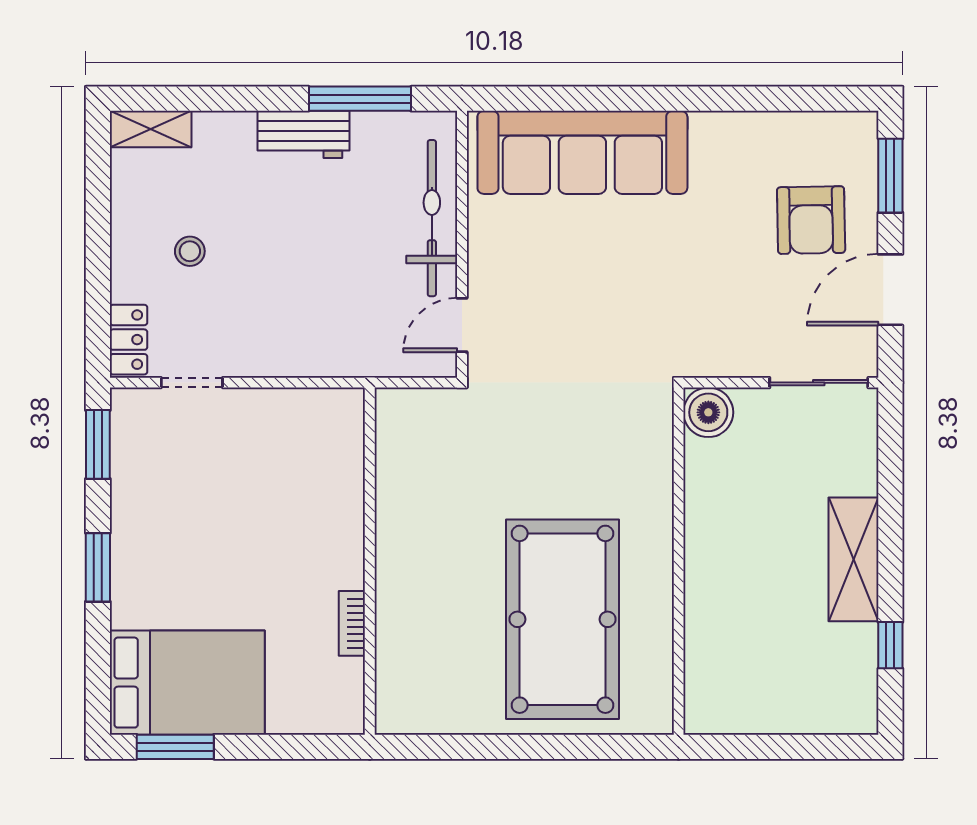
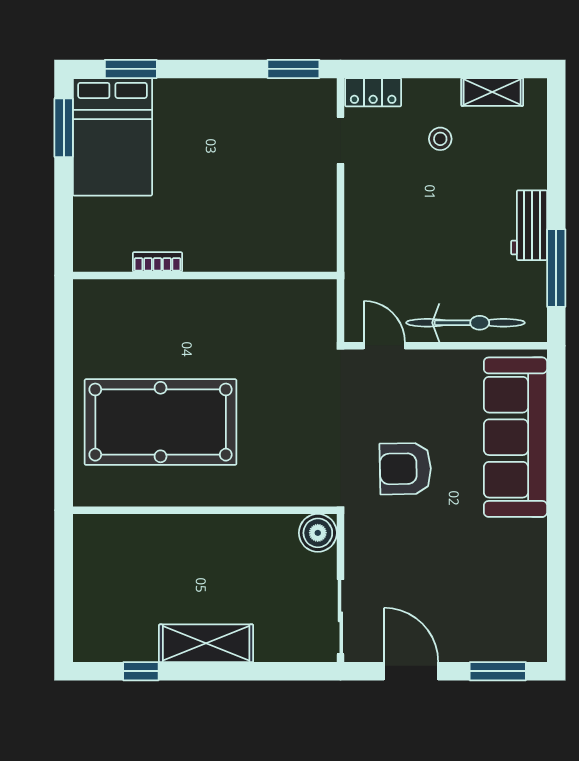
shelving: (151, 129) -> (492, 92), moved, turned 90
armchair: (811, 220) -> (405, 469), moved
window: (98, 567) -> (131, 69), moved

